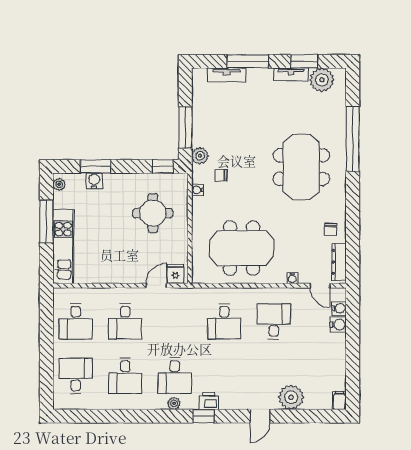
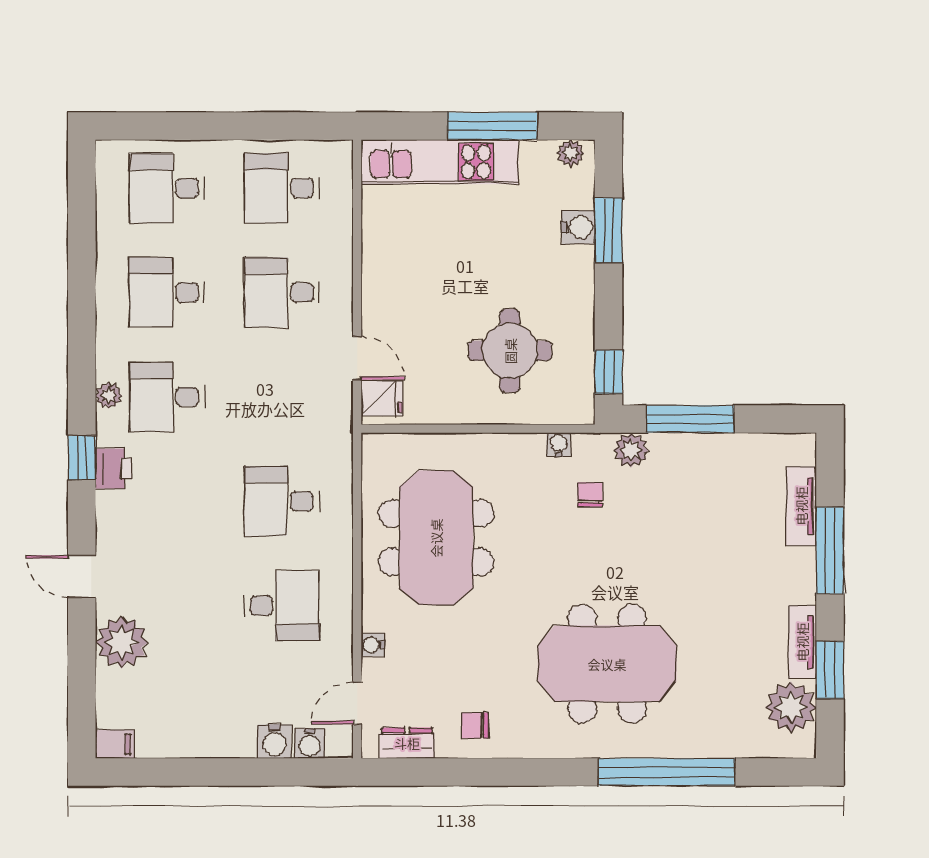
dresser: (339, 262) -> (407, 743), width x0.70
desk: (76, 376) -> (167, 188), turned 180

